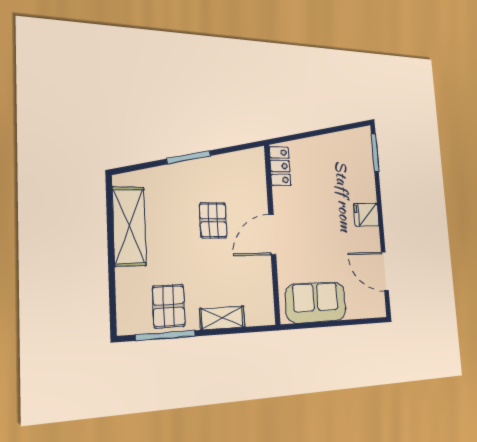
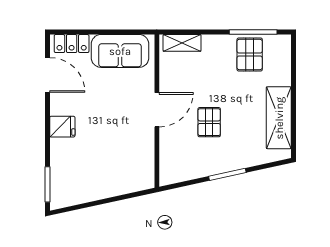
locker: (280, 166) -> (72, 44), moved, turned -90
shelving: (222, 318) -> (182, 43), moved

